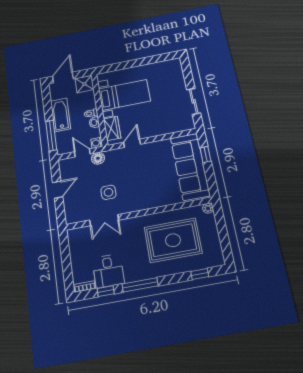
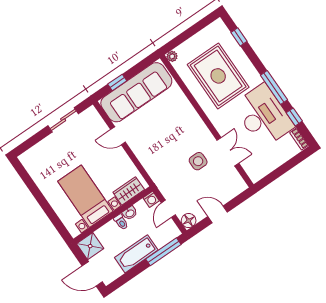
door: (132, 143) -> (118, 136), moved
floor lamp: (98, 158) -> (189, 221), moved
desk: (108, 271) -> (263, 116), width x1.87, depth x1.30

